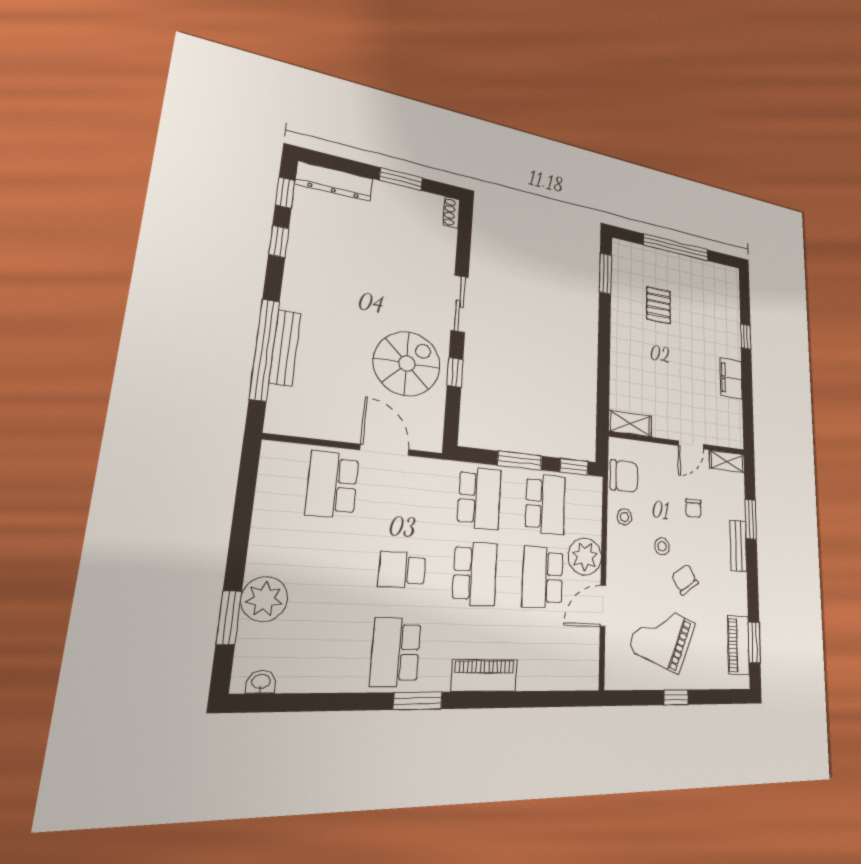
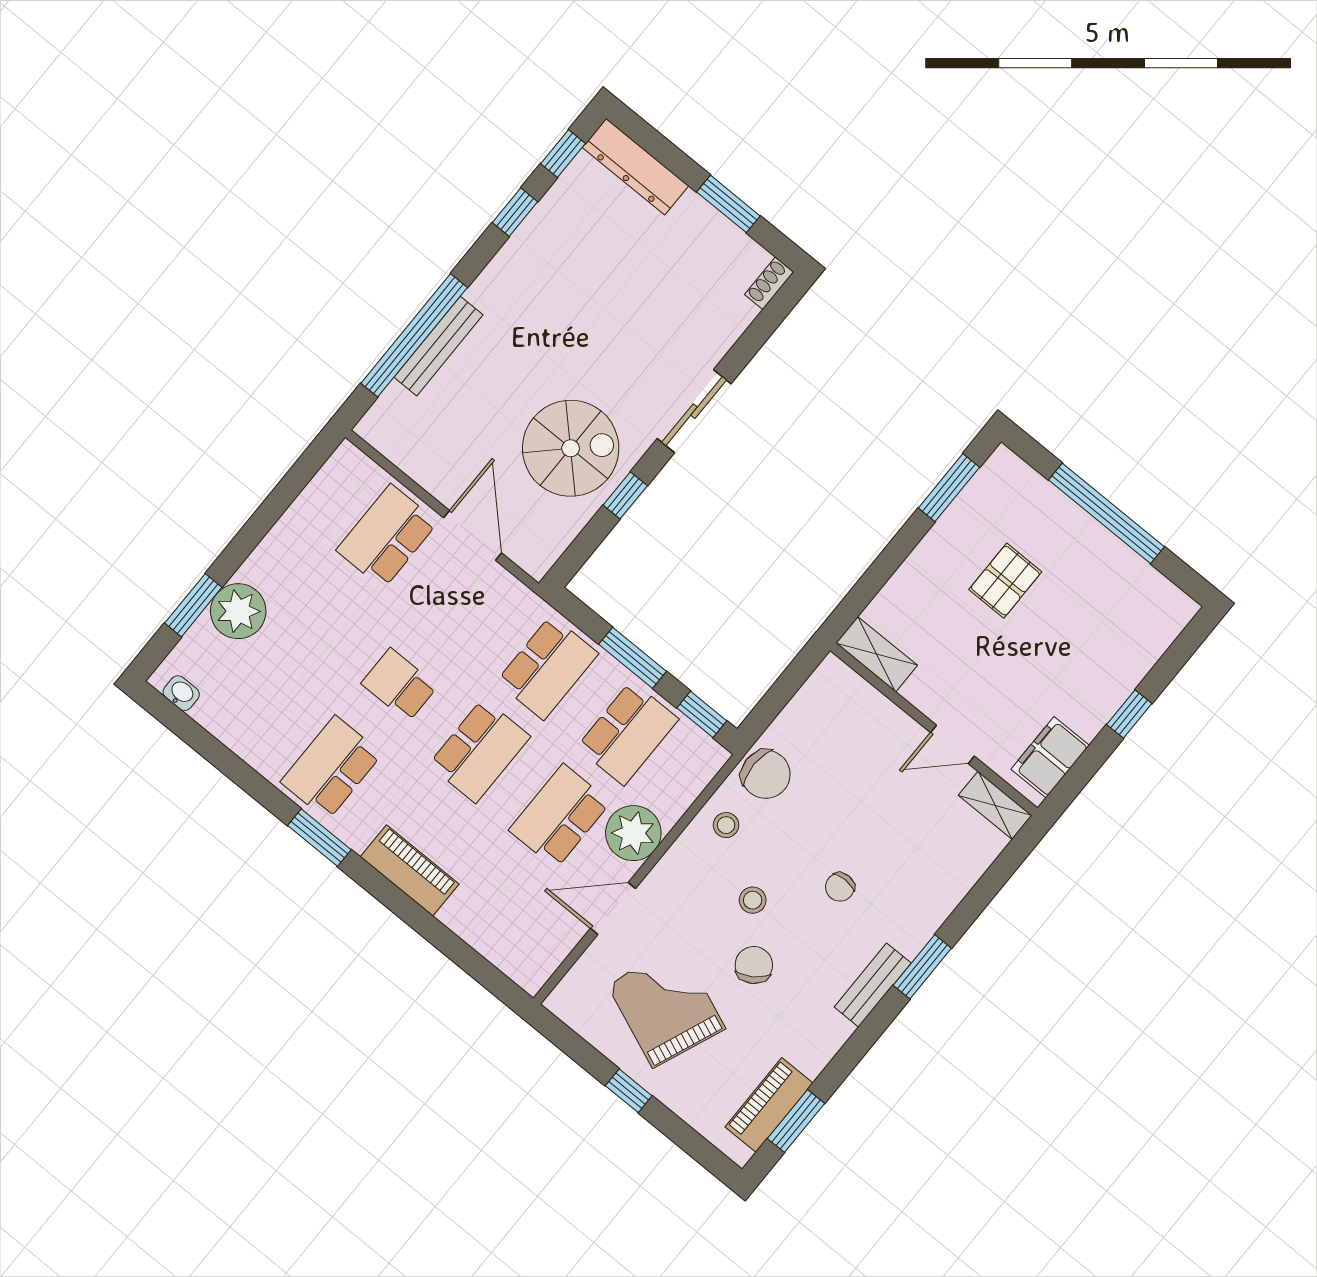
shelving: (630, 424) -> (877, 654), moved
wall: (679, 443) -> (934, 729), moved
door: (691, 445) -> (952, 744), moved
shelving: (727, 461) -> (995, 805), moved

